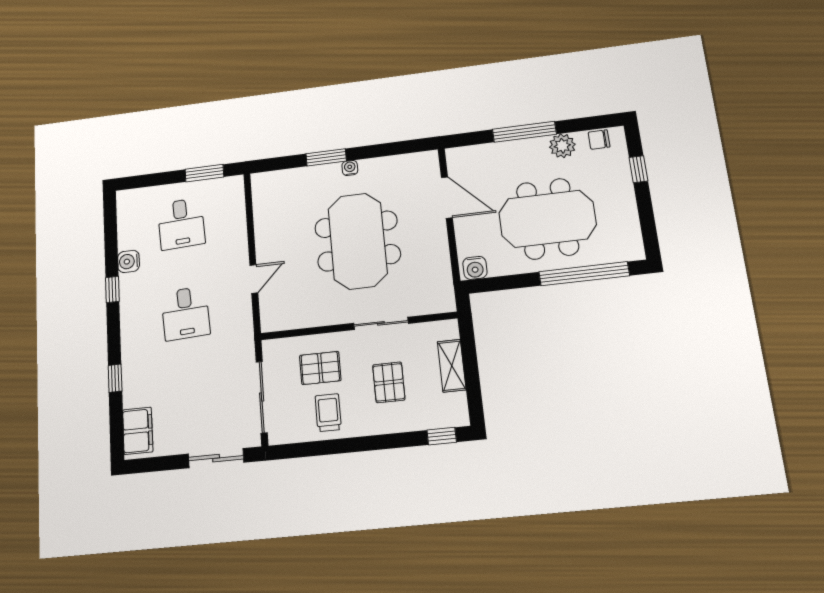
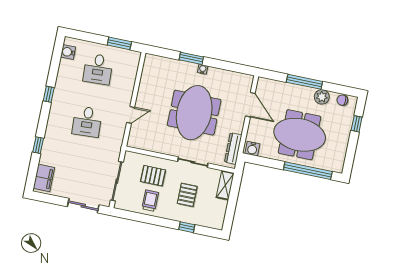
water cooler: (129, 261) -> (68, 52), moved
dresser: (442, 278) -> (233, 149), added
shelving: (452, 366) -> (225, 185), moved
window: (442, 436) -> (187, 227), moved

